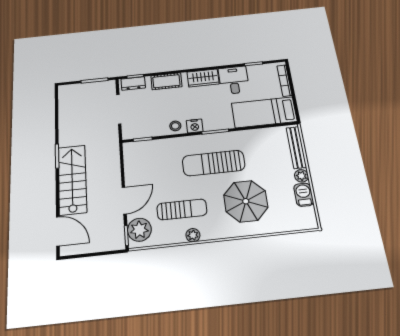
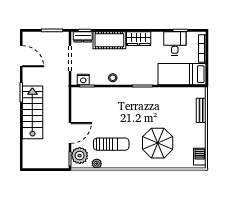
desk: (234, 80) -> (175, 43), moved
cot: (166, 81) -> (109, 40), width x1.37, depth x1.34
nightstand: (195, 126) -> (83, 79), moved
bench: (296, 147) -> (201, 110), width x0.73
sun lounger: (214, 163) -> (138, 111), removed
plant: (301, 176) -> (201, 128), removed
barbecue: (304, 195) -> (200, 157), moved
door: (58, 231) -> (21, 56), moved
plant: (193, 235) -> (97, 164), moved

